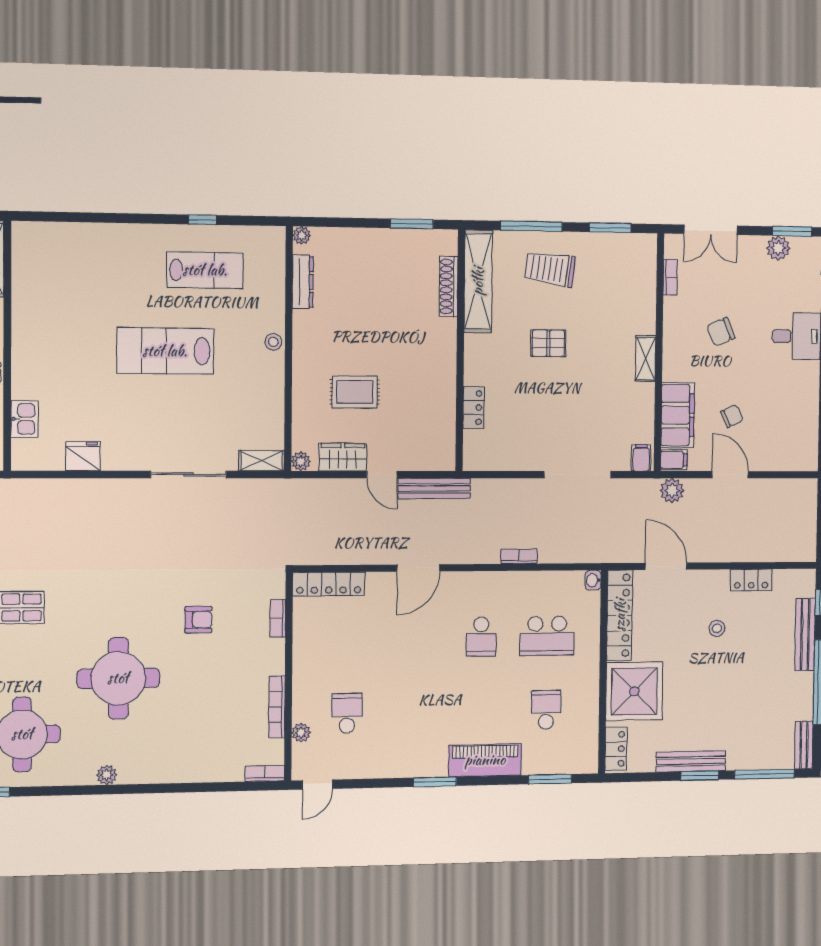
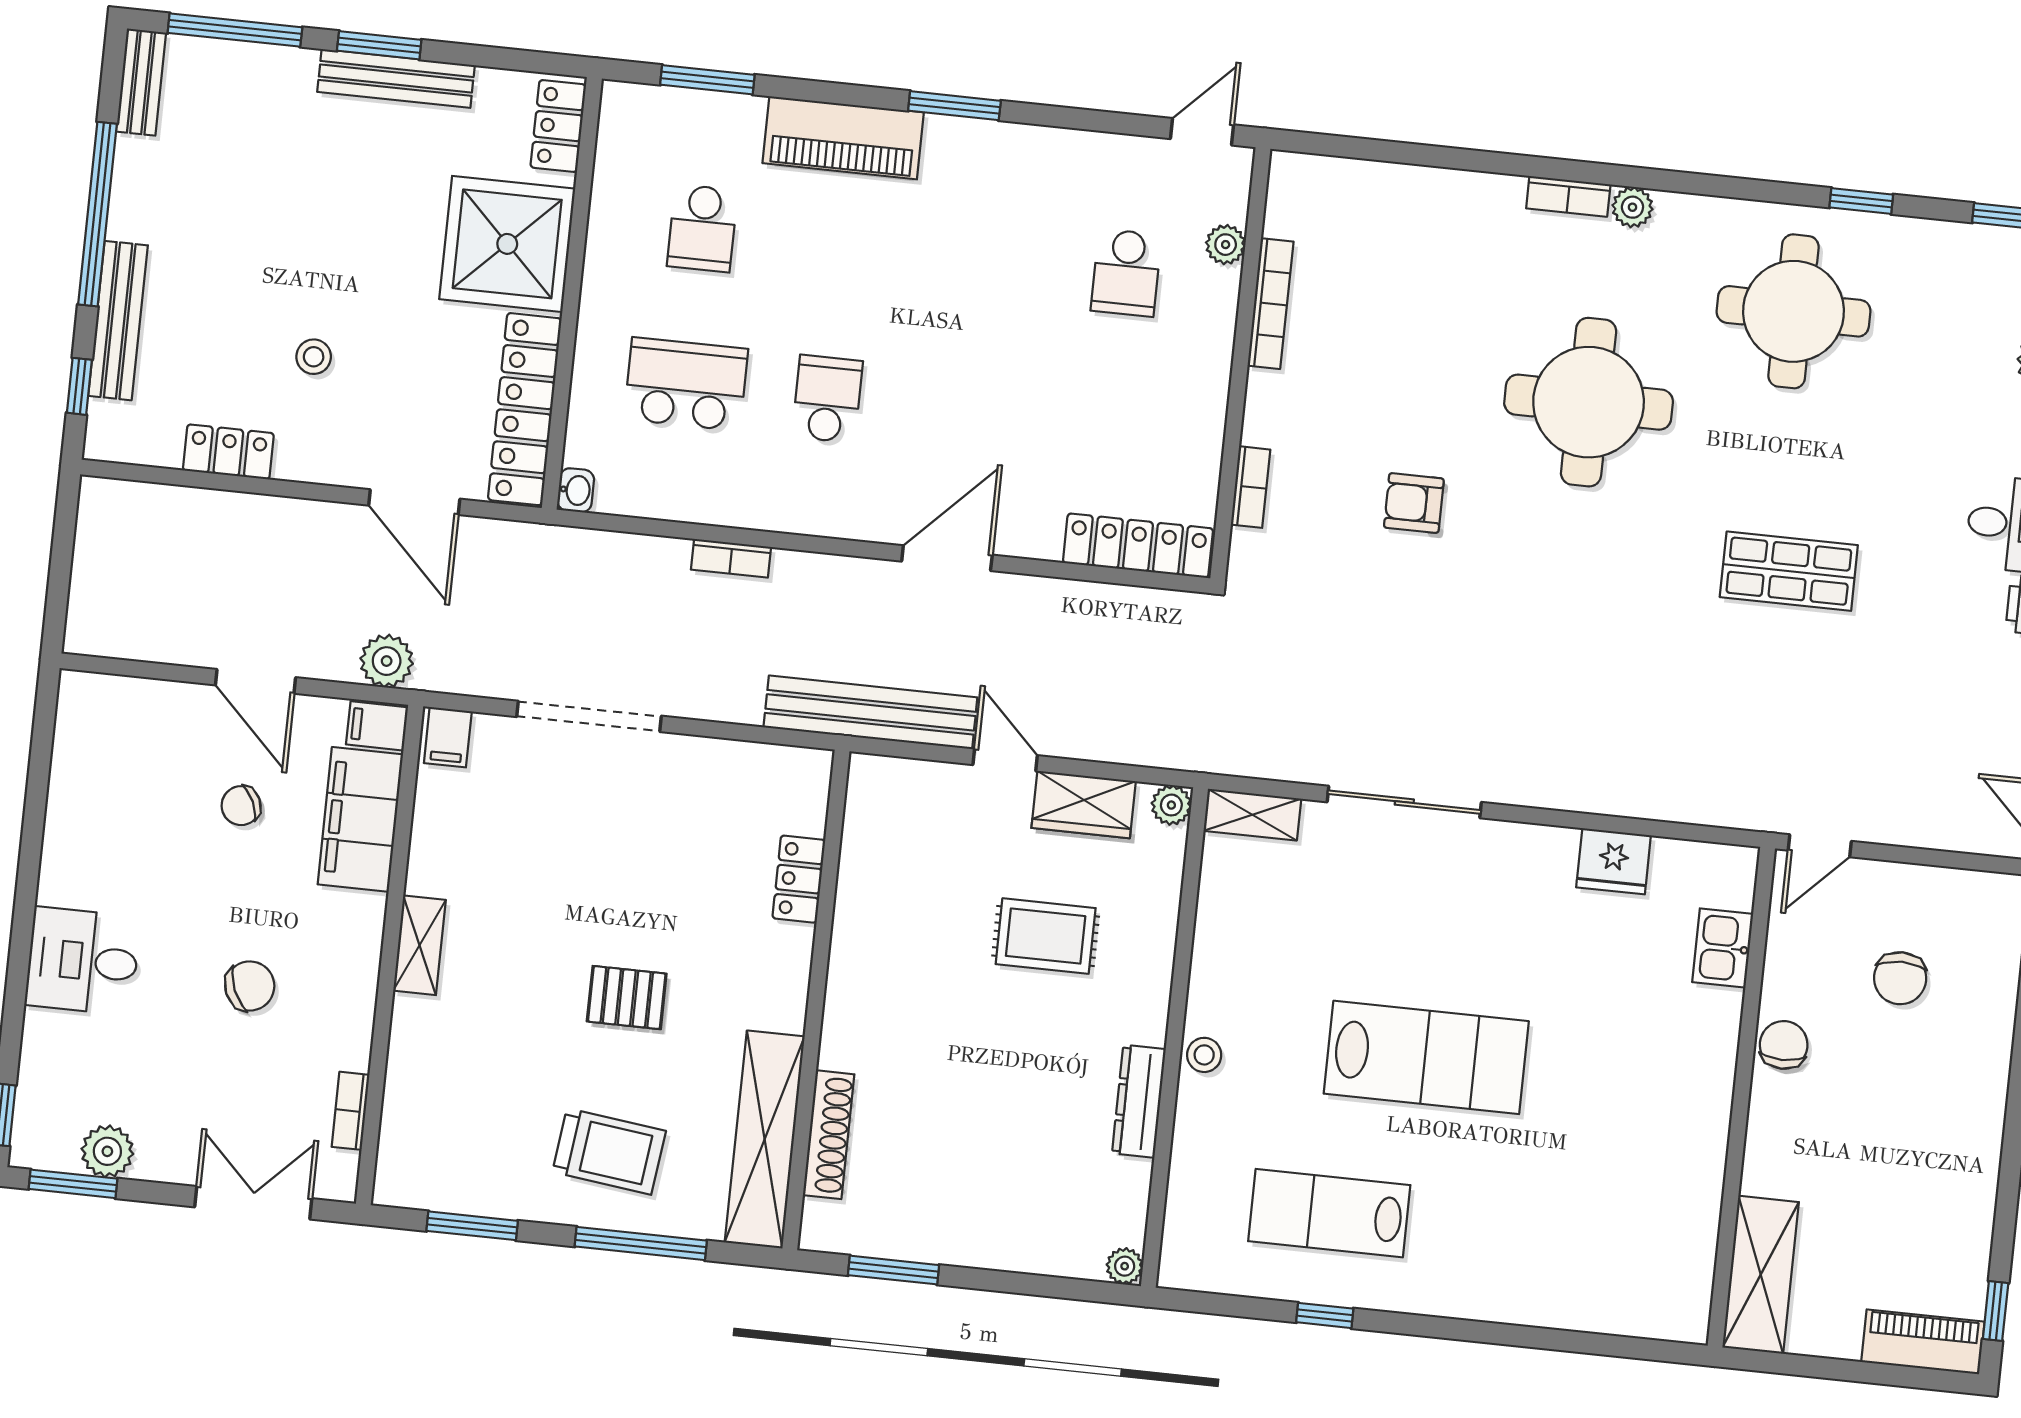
dresser: (303, 282) -> (1139, 1101), moved
bench: (434, 488) -> (870, 712), width x1.37, depth x1.21
bookcase: (265, 773) -> (1568, 196), moved

